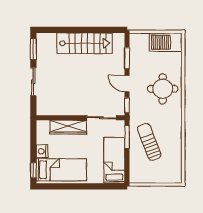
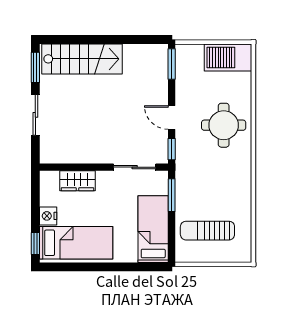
stairs: (84, 43) -> (82, 59), moved
window: (127, 58) -> (172, 64), moved
wardrobe: (68, 127) -> (77, 181), width x0.67
sun lounger: (149, 142) -> (207, 231), moved, turned -69

